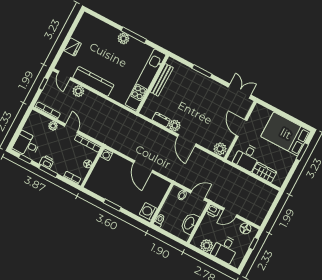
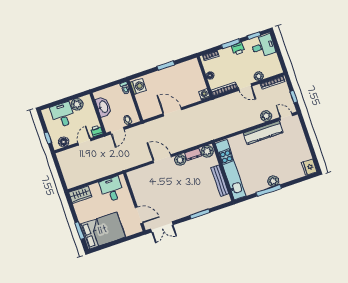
fridge: (73, 47) -> (309, 167), moved
door: (241, 128) -> (139, 215), moved
plant: (220, 149) -> (207, 151), moved
wardrobe: (264, 172) -> (80, 195), moved

